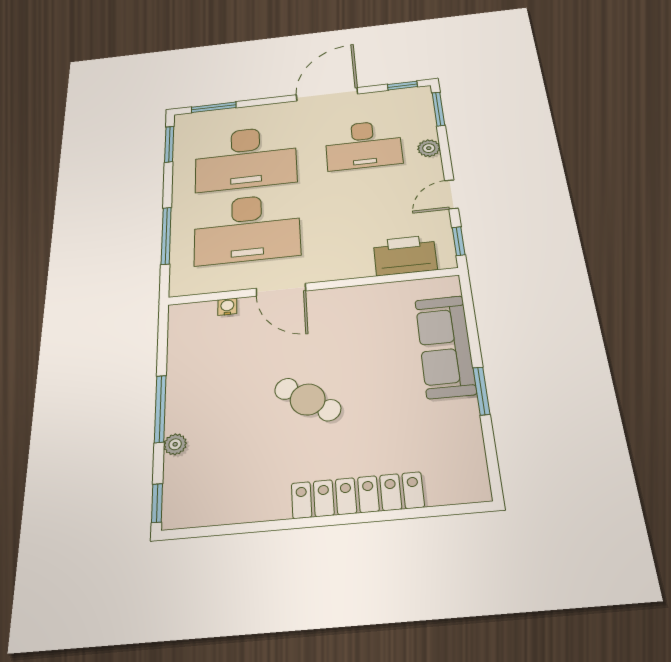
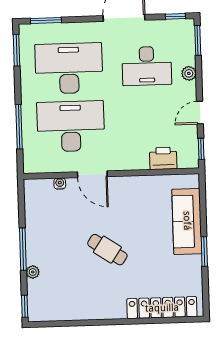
desk: (246, 158) -> (69, 68), turned 180
desk: (247, 229) -> (71, 126), turned 180
printer: (405, 255) -> (163, 158), width x0.73, depth x0.84
locker: (357, 495) -> (162, 308), moved

